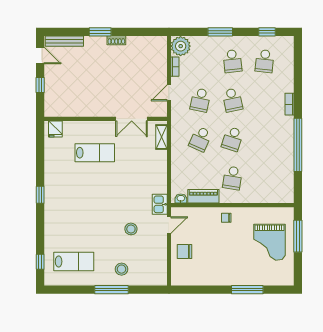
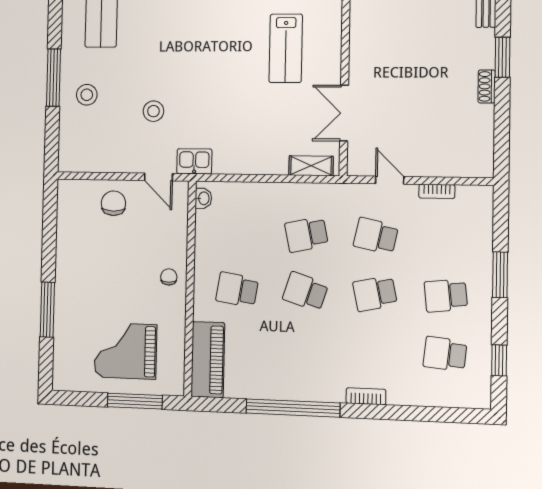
plant: (181, 46) -> (474, 202), removed
school desk: (200, 139) -> (306, 234), turned -36
piano: (203, 196) -> (208, 360), moved, width x1.37, depth x1.33

